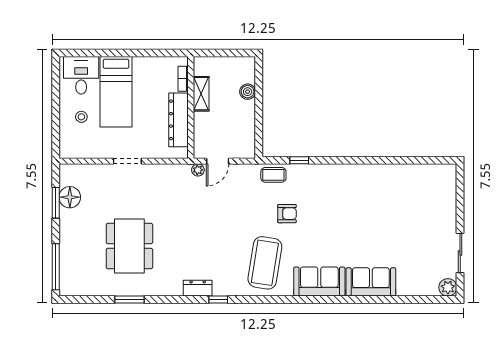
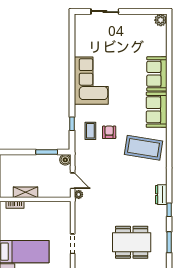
boiler: (248, 92) -> (65, 160), moved
dresser: (179, 120) -> (44, 208), removed
window: (259, 124) -> (47, 152), added
coffee table: (273, 175) -> (90, 131), moved
corner sofa: (361, 188) -> (91, 81), added
sliding door: (460, 253) -> (105, 12), moved
window: (218, 300) -> (169, 210), moved

